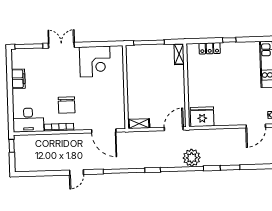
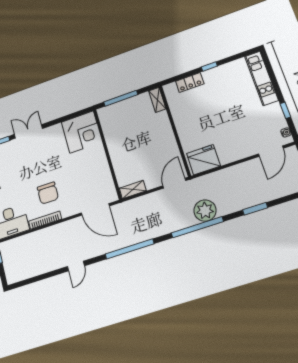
corner desk: (95, 62) -> (82, 132), moved

